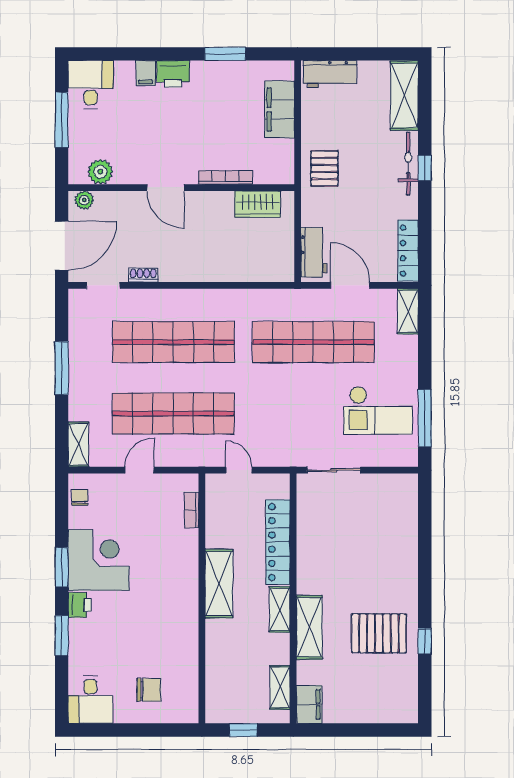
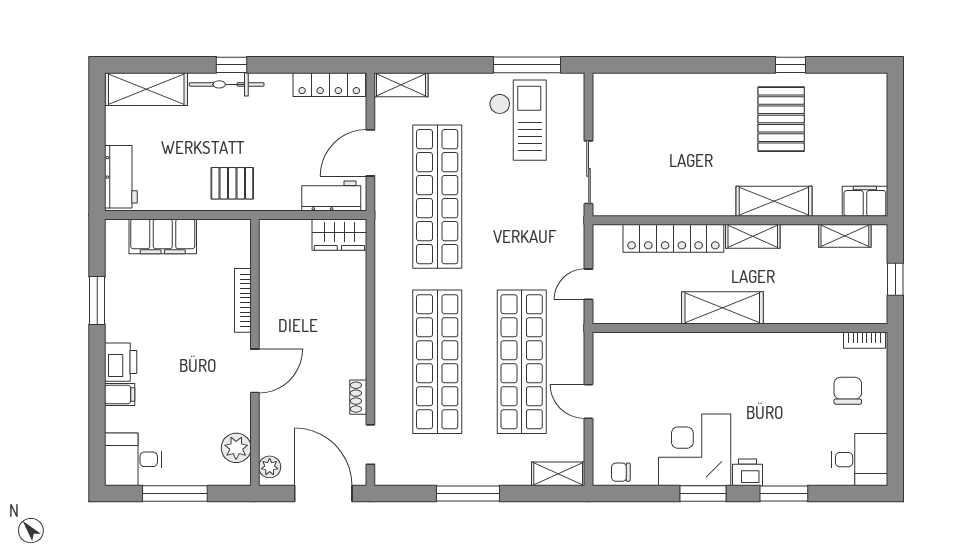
wardrobe: (258, 204) -> (339, 235), moved, turned 90
bookcase: (192, 510) -> (864, 340), moved

